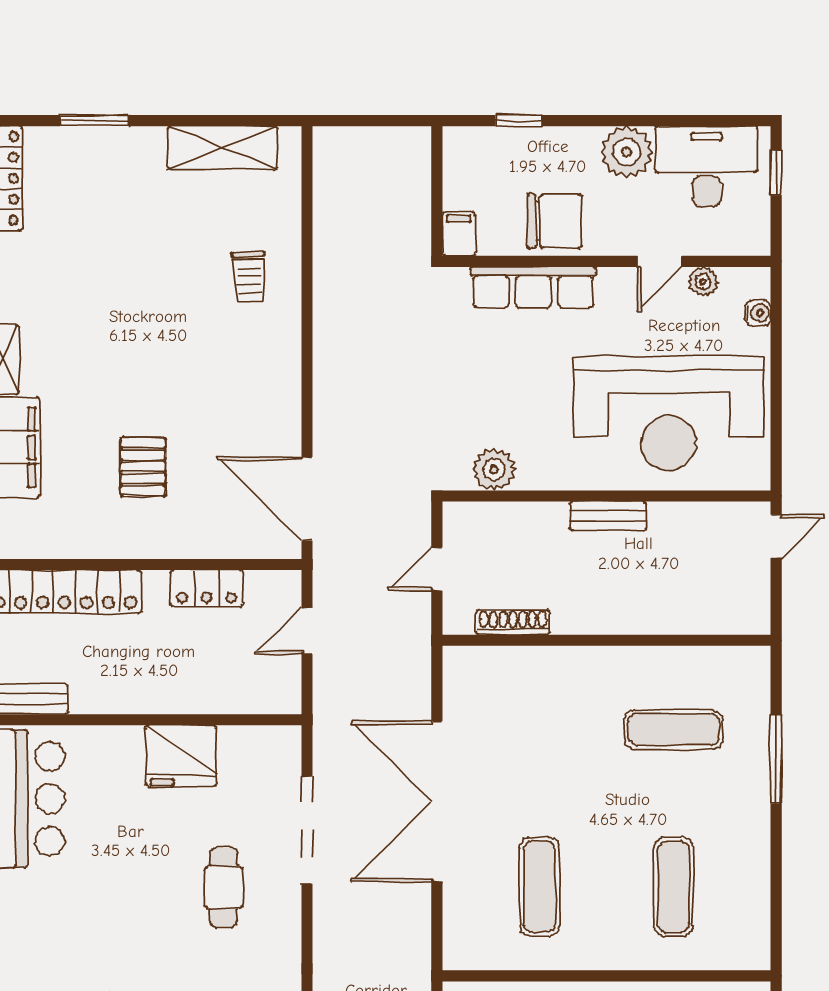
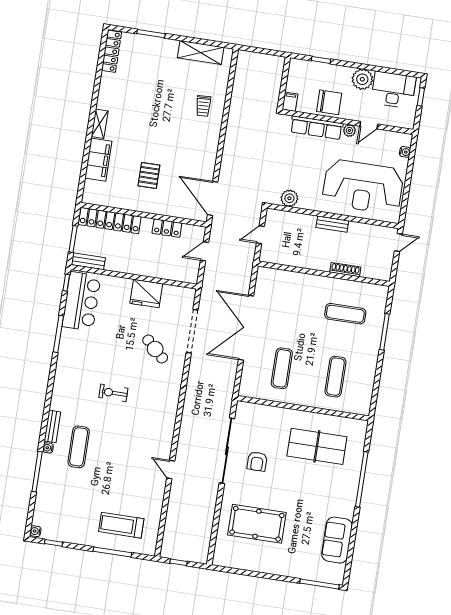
plant: (703, 282) -> (349, 131), moved
shoe rack: (513, 622) -> (345, 270), moved
cafe table: (224, 887) -> (155, 349), turned -47

